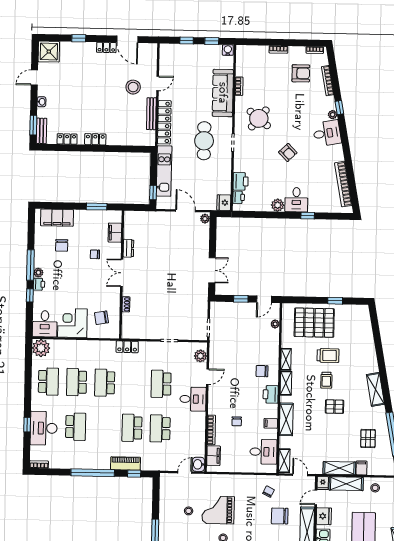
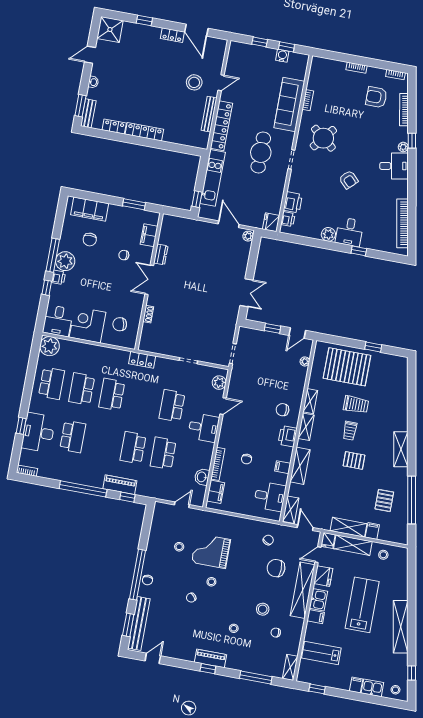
water cooler: (228, 50) -> (282, 56), moved
armchair: (301, 73) -> (376, 97), turned 180
locker: (95, 139) -> (144, 132), width x1.53
plant: (38, 273) -> (65, 261), width x1.88, depth x1.88
washbasin: (198, 464) -> (202, 477), moved

